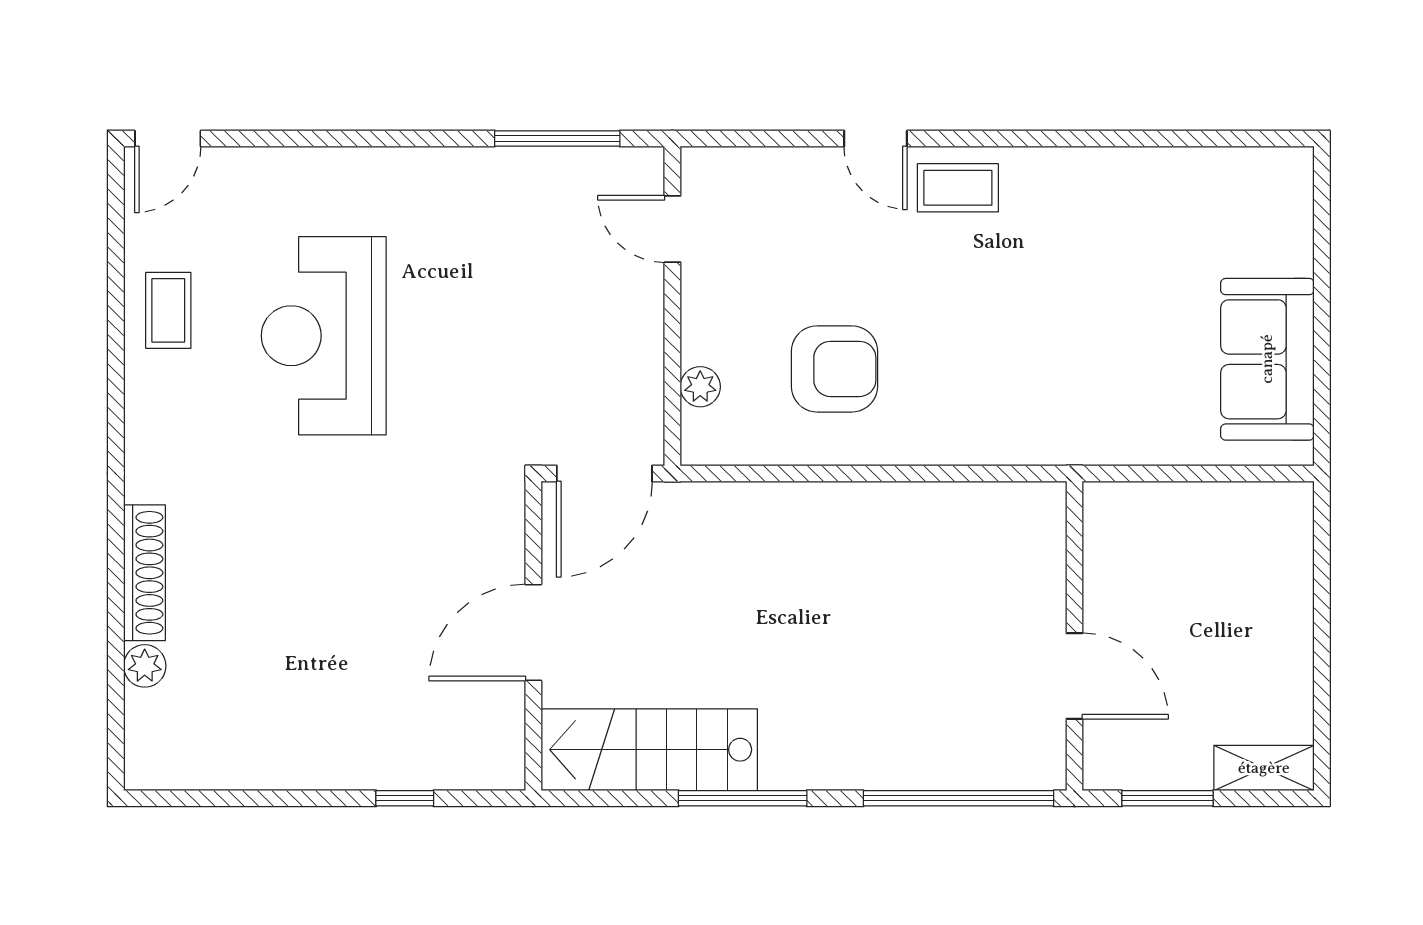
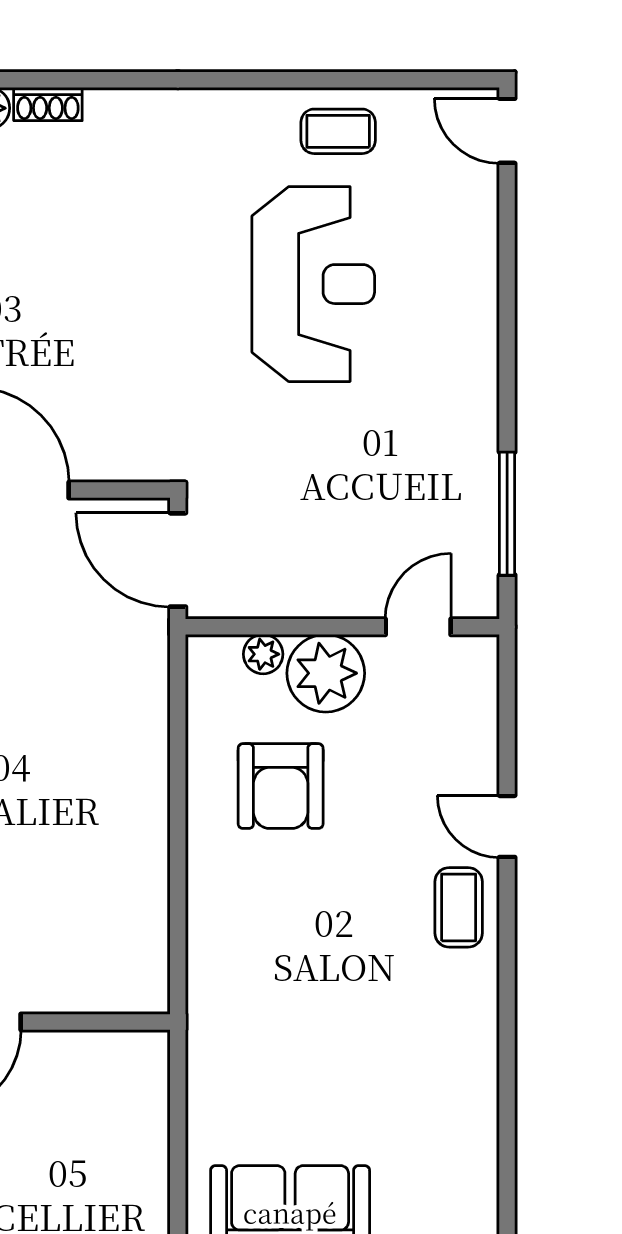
door: (876, 138) -> (507, 826), hinge flipped
plant: (720, 323) -> (326, 673), added
reception desk: (324, 336) -> (313, 284), turned 90
shoe rack: (144, 573) -> (48, 104), width x0.51, depth x0.81

